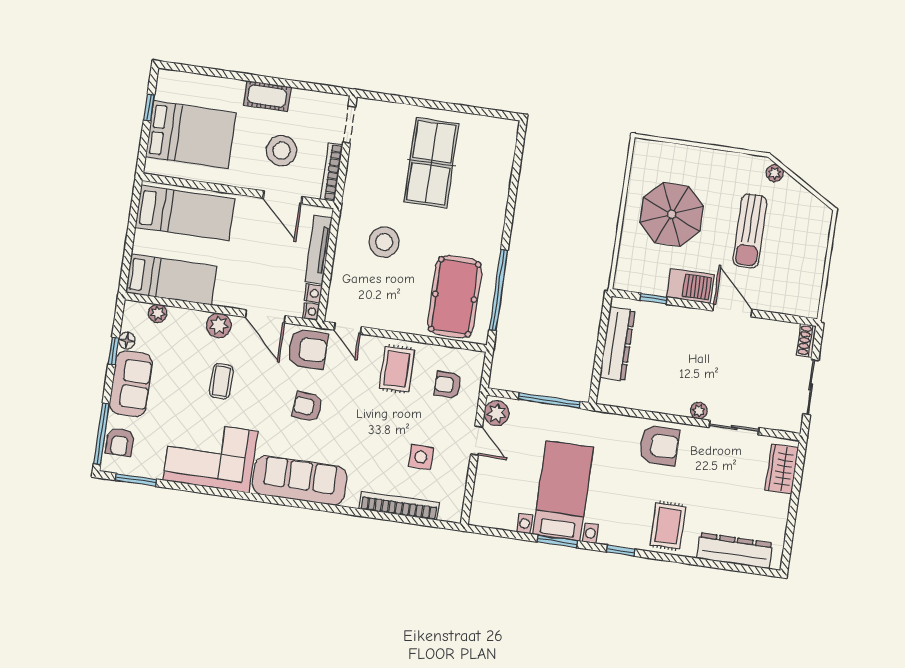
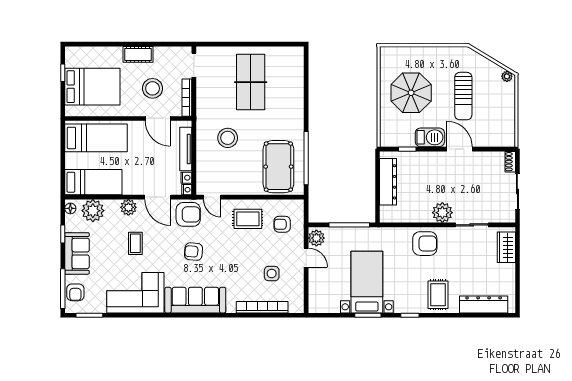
plant: (775, 173) -> (507, 76), moved
plant: (157, 313) -> (93, 211), width x1.87, depth x1.87
floor lamp: (127, 341) -> (70, 208), moved
rug: (397, 369) -> (248, 219), turned 90
plant: (699, 411) -> (442, 213), width x1.88, depth x1.88

